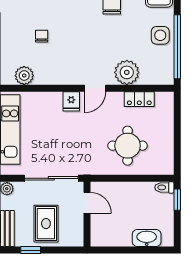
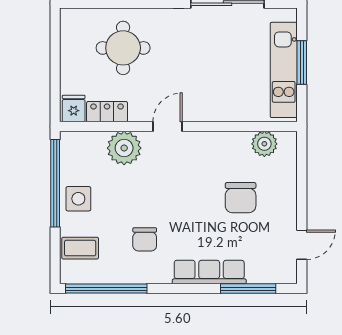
chair: (42, 36) -> (241, 198), width x1.87, depth x1.87
fridge: (71, 101) -> (74, 108), moved

